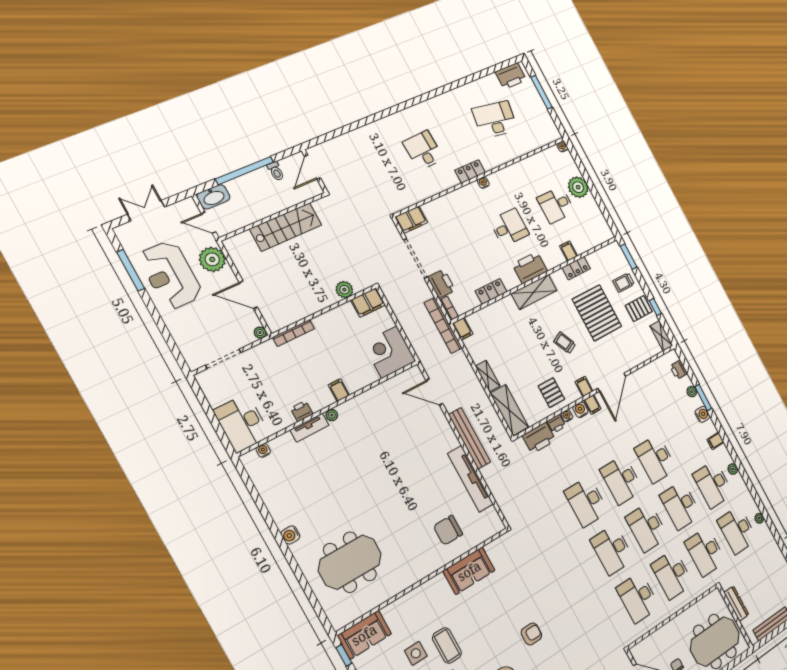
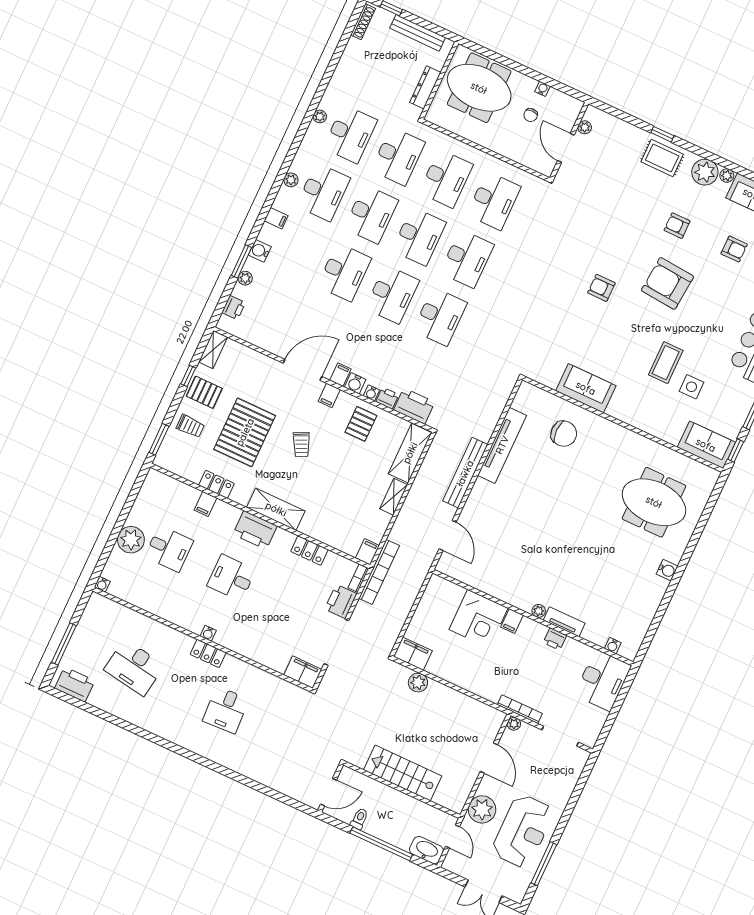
bookcase: (294, 333) -> (520, 709), moved
corner desk: (389, 352) -> (478, 619), moved

